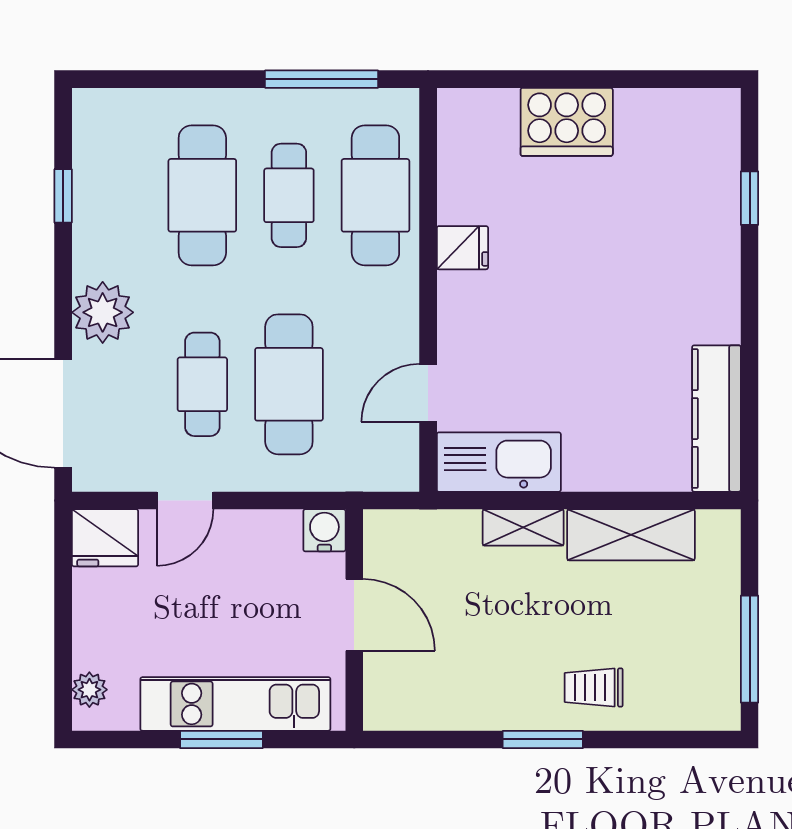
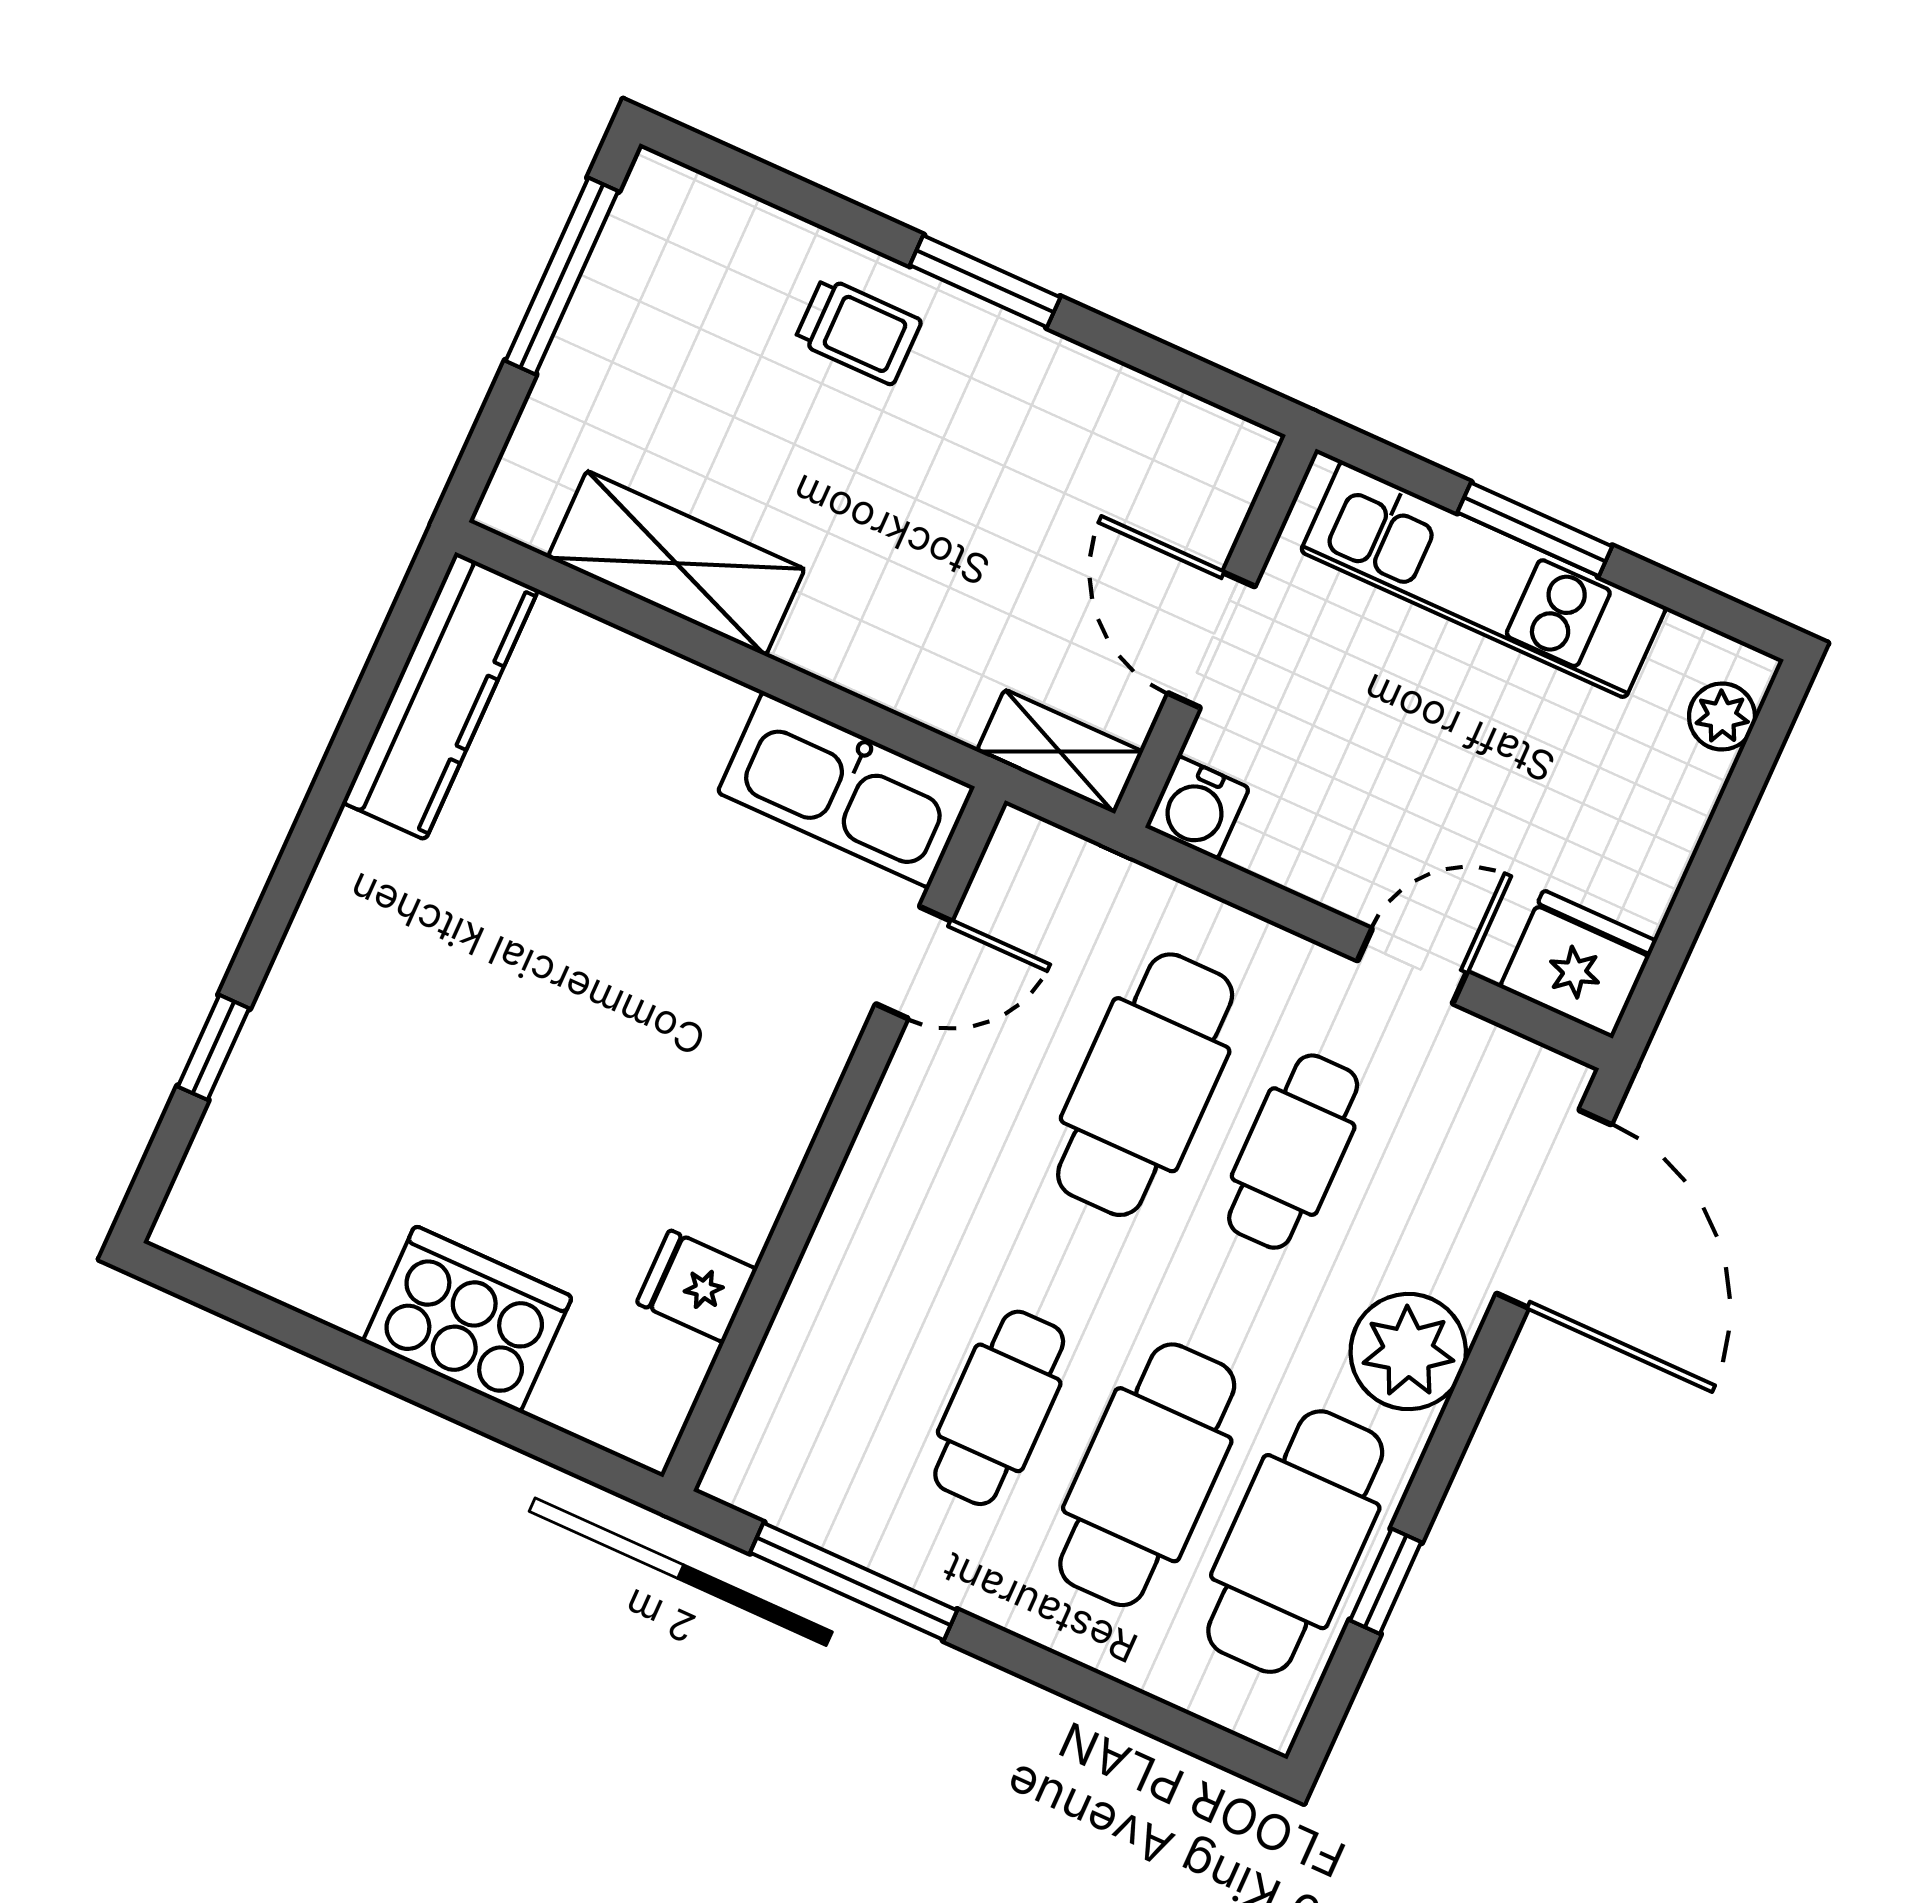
cafe table: (375, 195) -> (1295, 1542), moved
fridge: (462, 248) -> (697, 1286), moved
shelving: (523, 527) -> (1060, 751), moved

